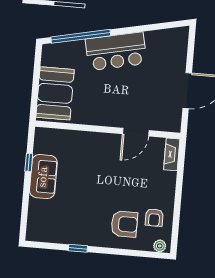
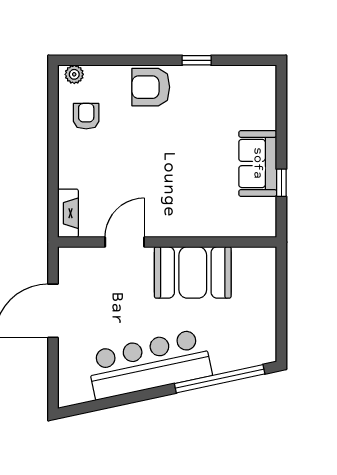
bar counter: (116, 51) -> (149, 364), width x1.36
booth: (55, 93) -> (193, 272), moved, turned 90
armchair: (124, 224) -> (151, 87), moved

